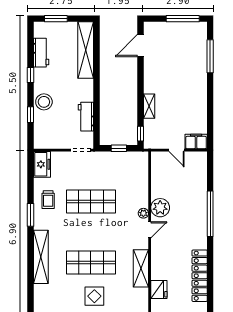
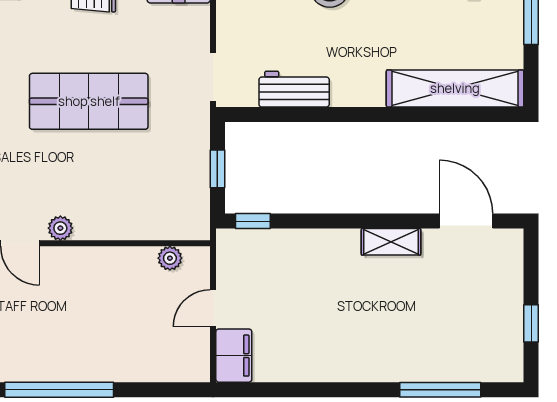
window: (183, 19) -> (531, 323), width x0.46
shelving: (149, 106) -> (391, 242), moved
shop shelf: (91, 201) -> (89, 101), turned 90
plant: (160, 208) -> (170, 258), moved, width x0.53, depth x0.53

